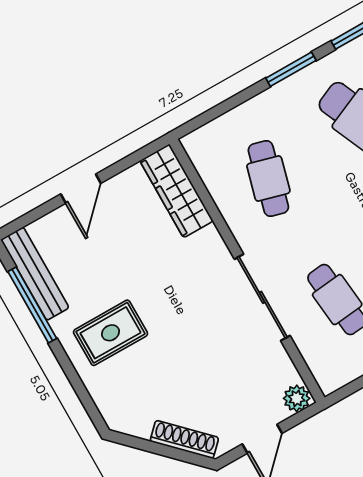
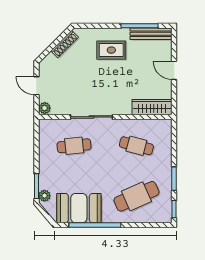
rug: (110, 333) -> (111, 50), turned 90
shoe rack: (184, 439) -> (65, 44), moved

